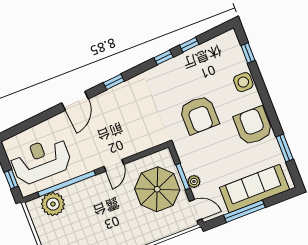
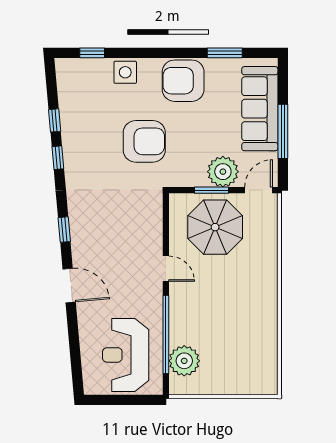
window: (11, 179) -> (135, 400), removed
plant: (194, 181) -> (223, 172), width x1.88, depth x1.88

